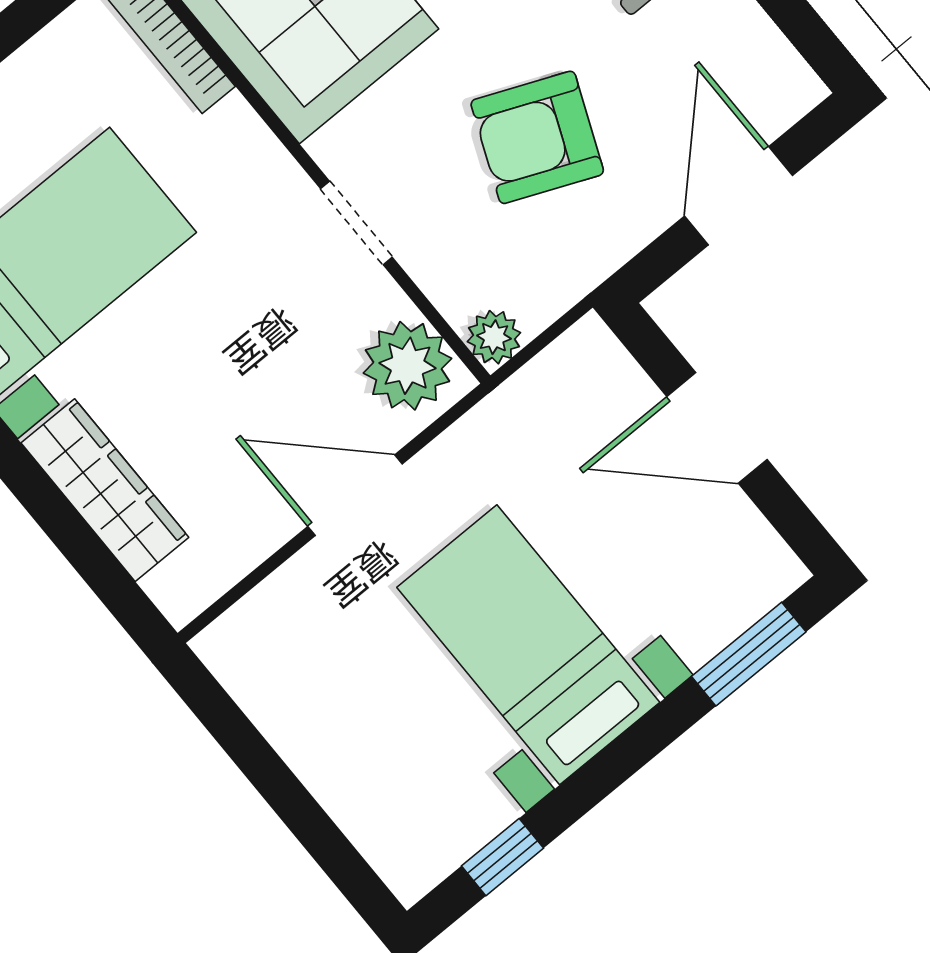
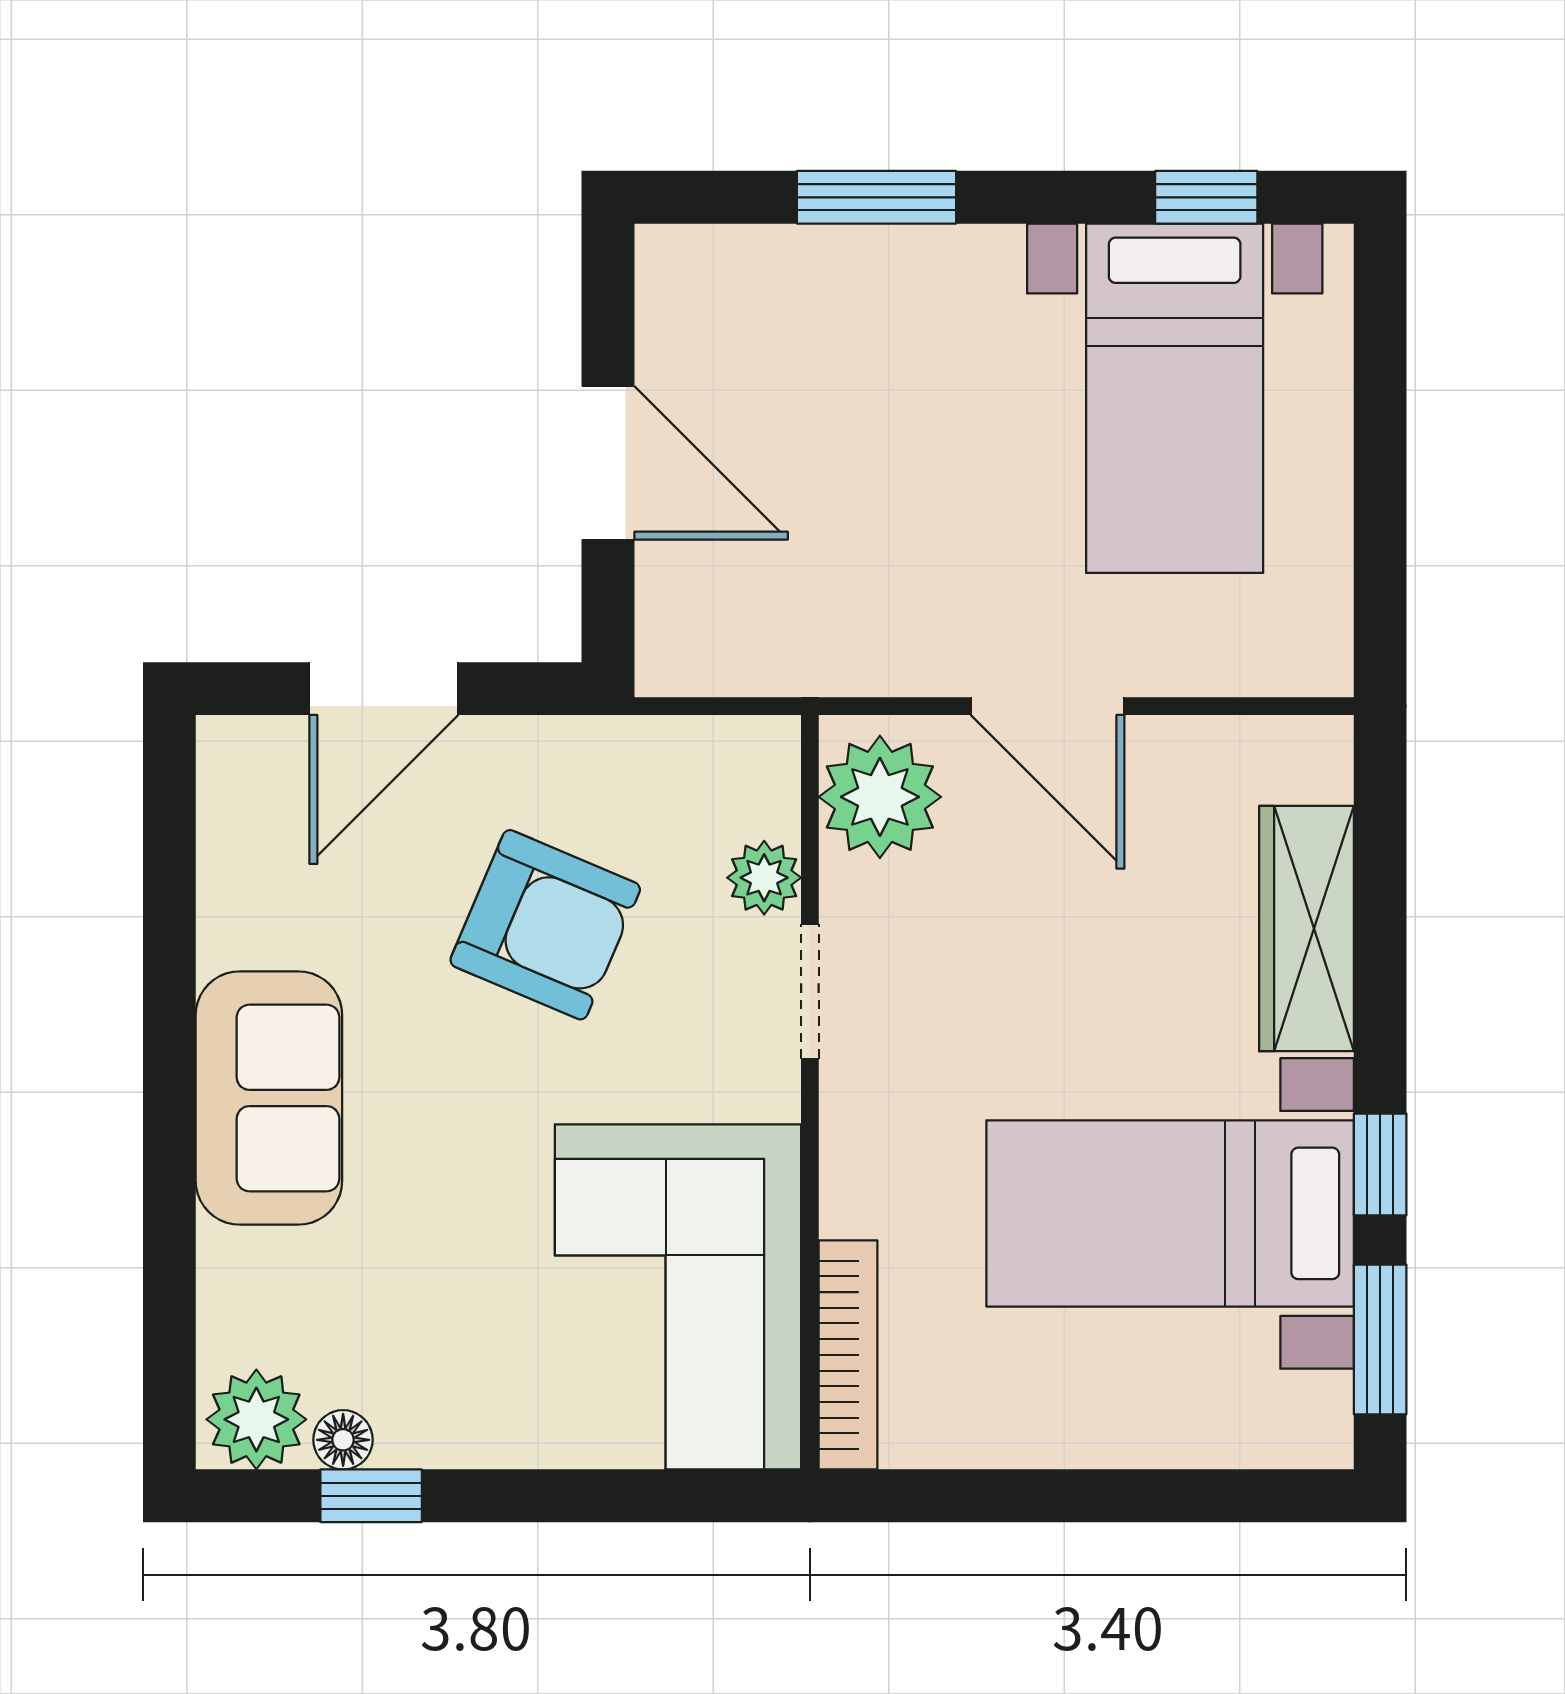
plant: (494, 337) -> (764, 878), moved
bed with nightstands: (528, 645) -> (1175, 398), moved
window: (749, 654) -> (876, 197), moved

